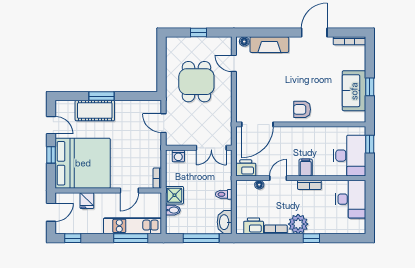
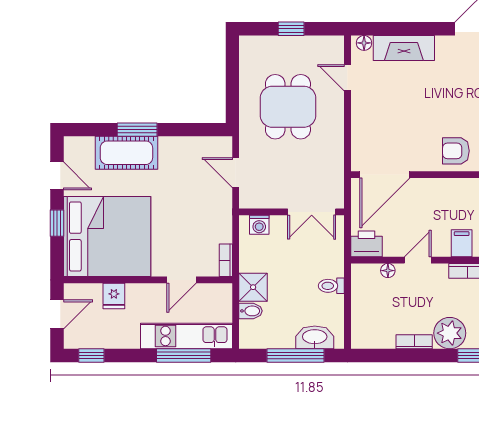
washbasin: (225, 222) -> (315, 337), moved, turned 90
printer: (254, 226) -> (379, 336), removed

